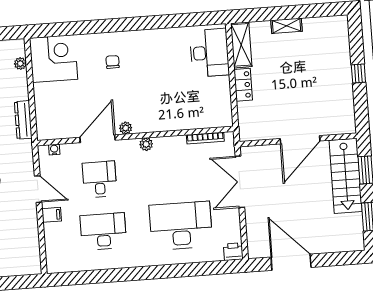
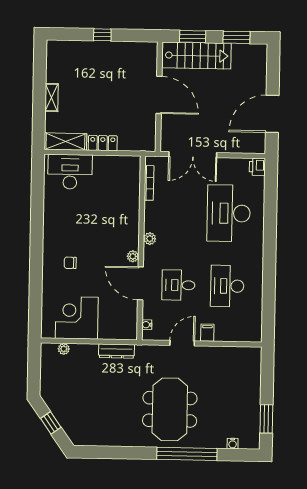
corner desk: (53, 59) -> (77, 318), moved

